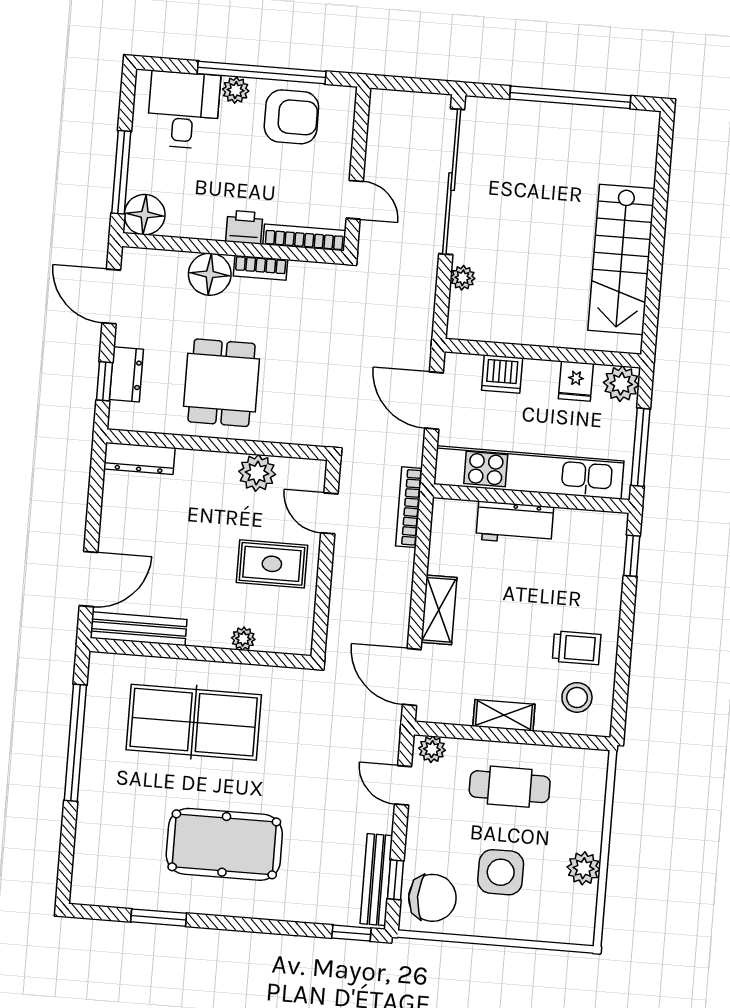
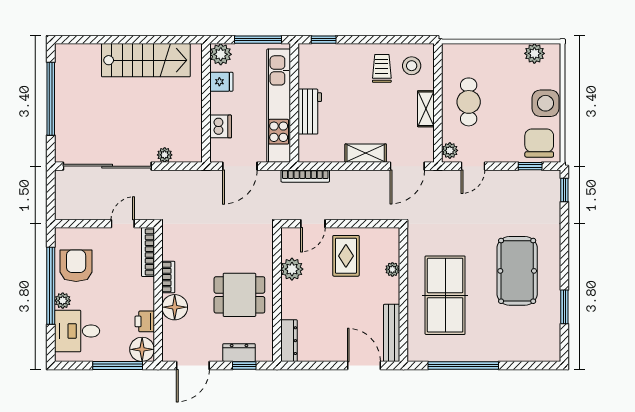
printer: (244, 227) -> (145, 321), moved
plant: (584, 868) -> (534, 53), moved
side table: (501, 872) -> (546, 103), moved
bench: (376, 880) -> (531, 178), removed

